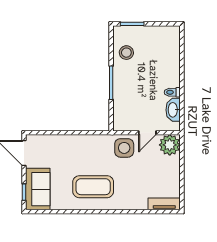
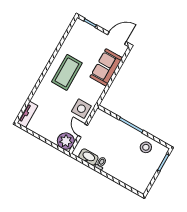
sofa: (38, 189) -> (106, 67), moved, turned 90

